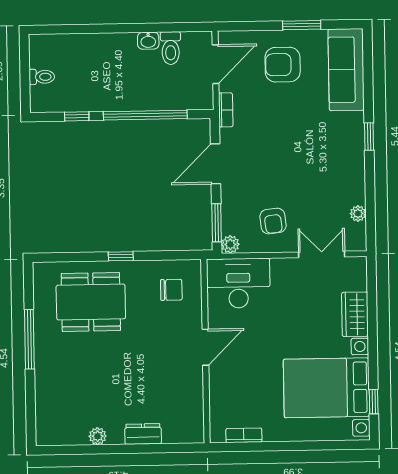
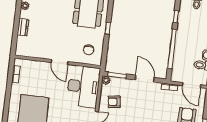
desk: (238, 283) -> (83, 87), width x1.36, depth x1.30

